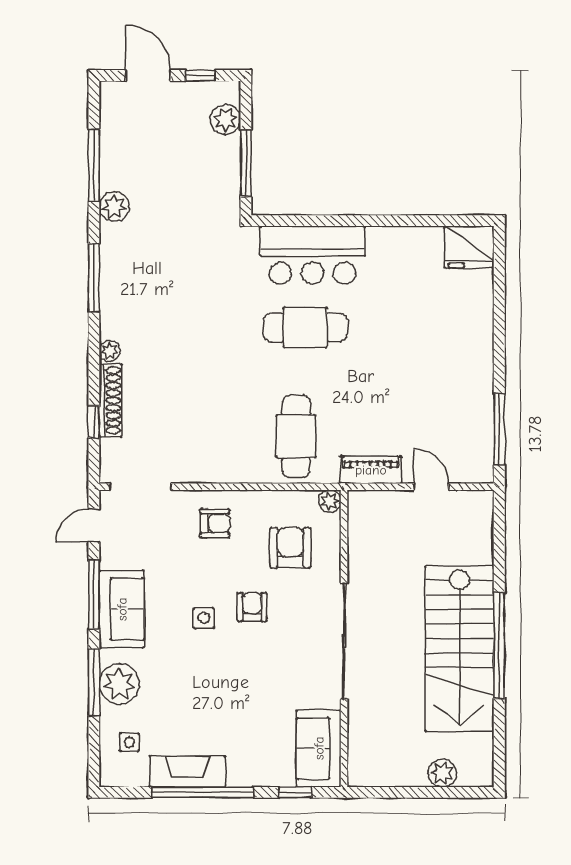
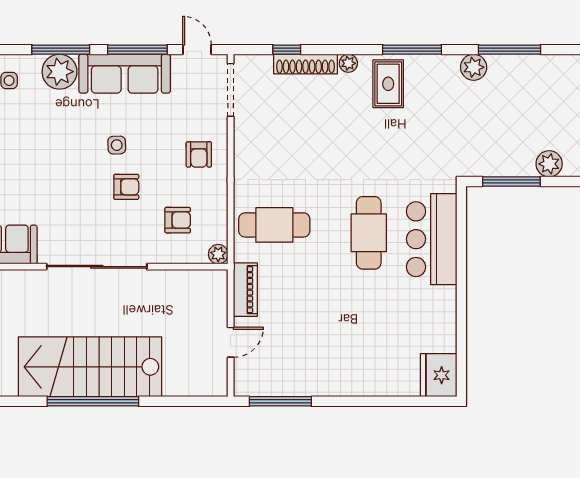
rug: (133, 305) -> (388, 84), added
armchair: (290, 548) -> (178, 220), width x0.72, depth x0.72
sofa: (122, 609) -> (125, 74), width x1.36

